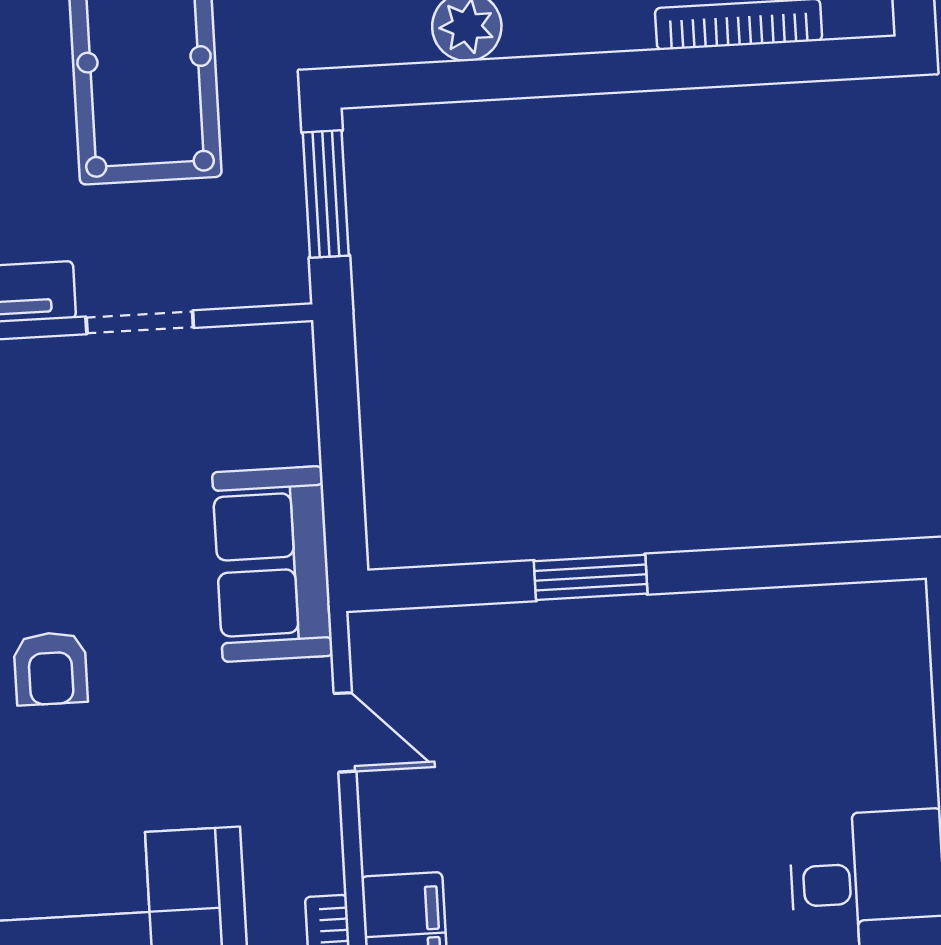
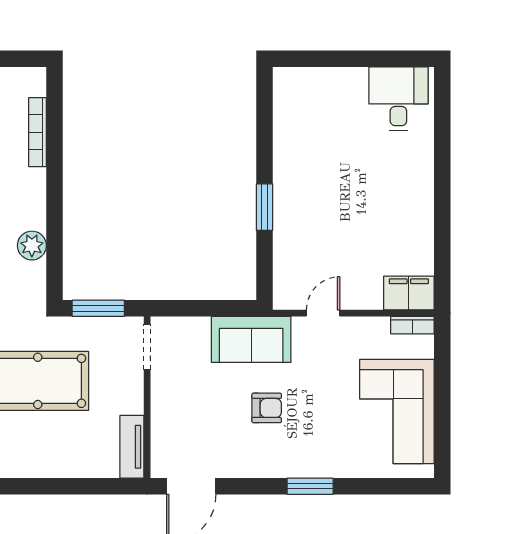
doorway: (140, 322) -> (147, 347), moved
armchair: (51, 668) -> (267, 408), moved

